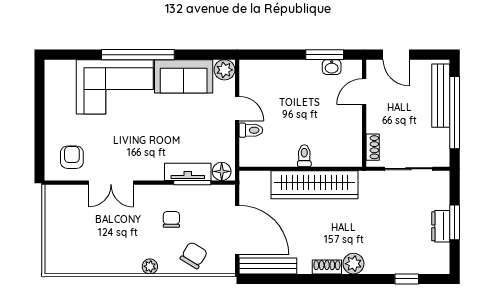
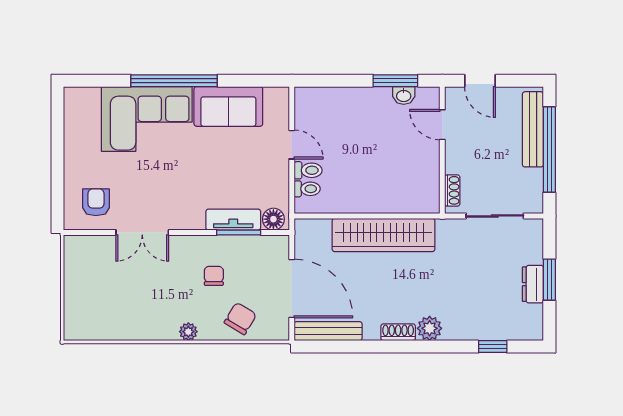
plant: (224, 70) -> (277, 99), removed
door: (364, 92) -> (442, 125), hinge flipped
toilet: (304, 156) -> (307, 189), moved, turned 90

